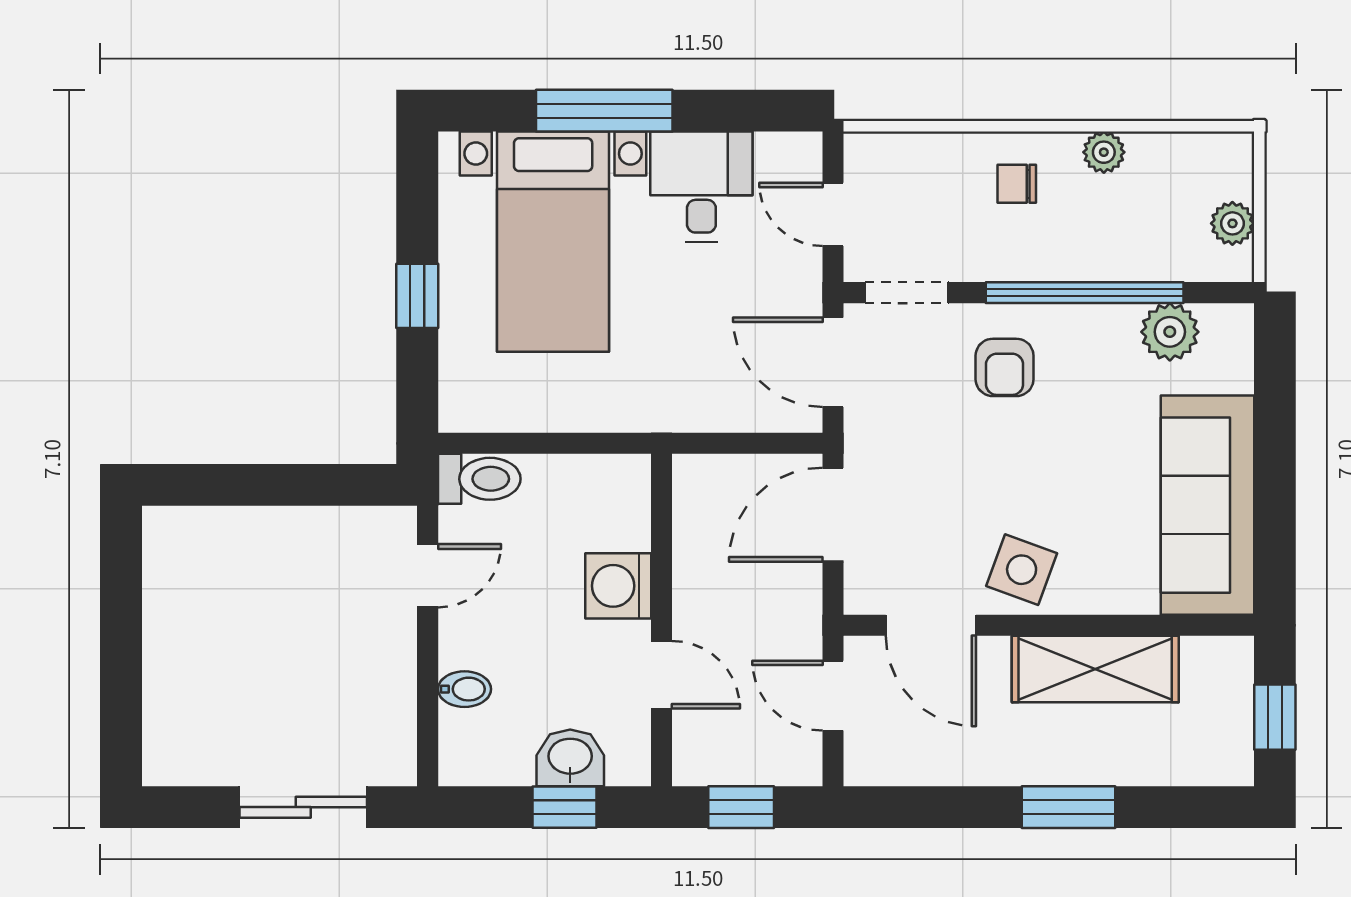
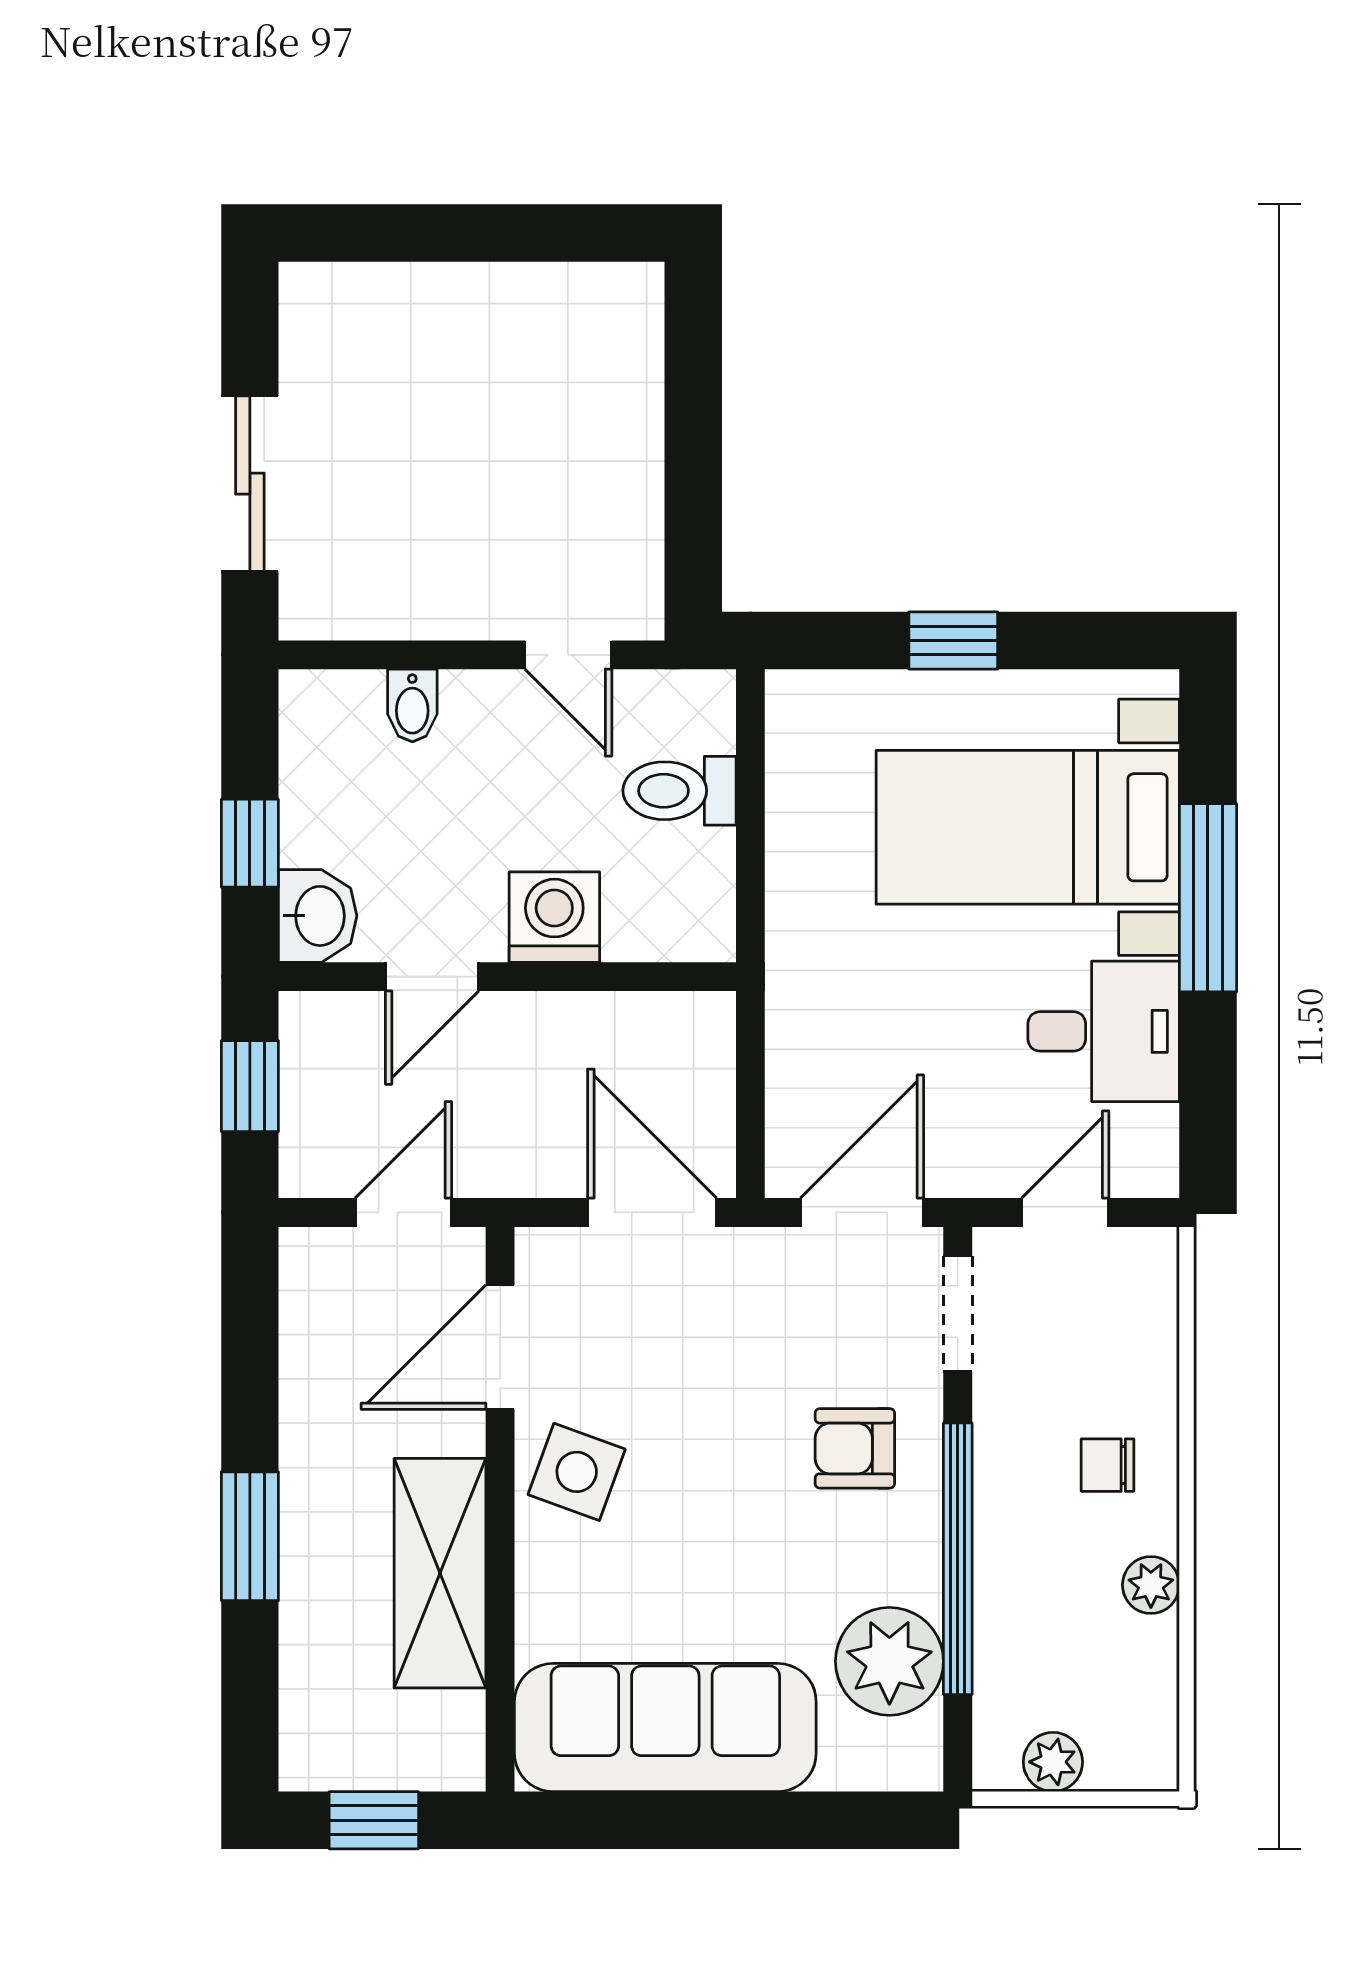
chair: (1017, 184) -> (1107, 1465), turned -90
plant: (1170, 332) -> (889, 1661), width x1.36, depth x1.36
toilet: (479, 479) -> (679, 791), moved, turned 90
washbasin: (570, 758) -> (318, 916), moved

